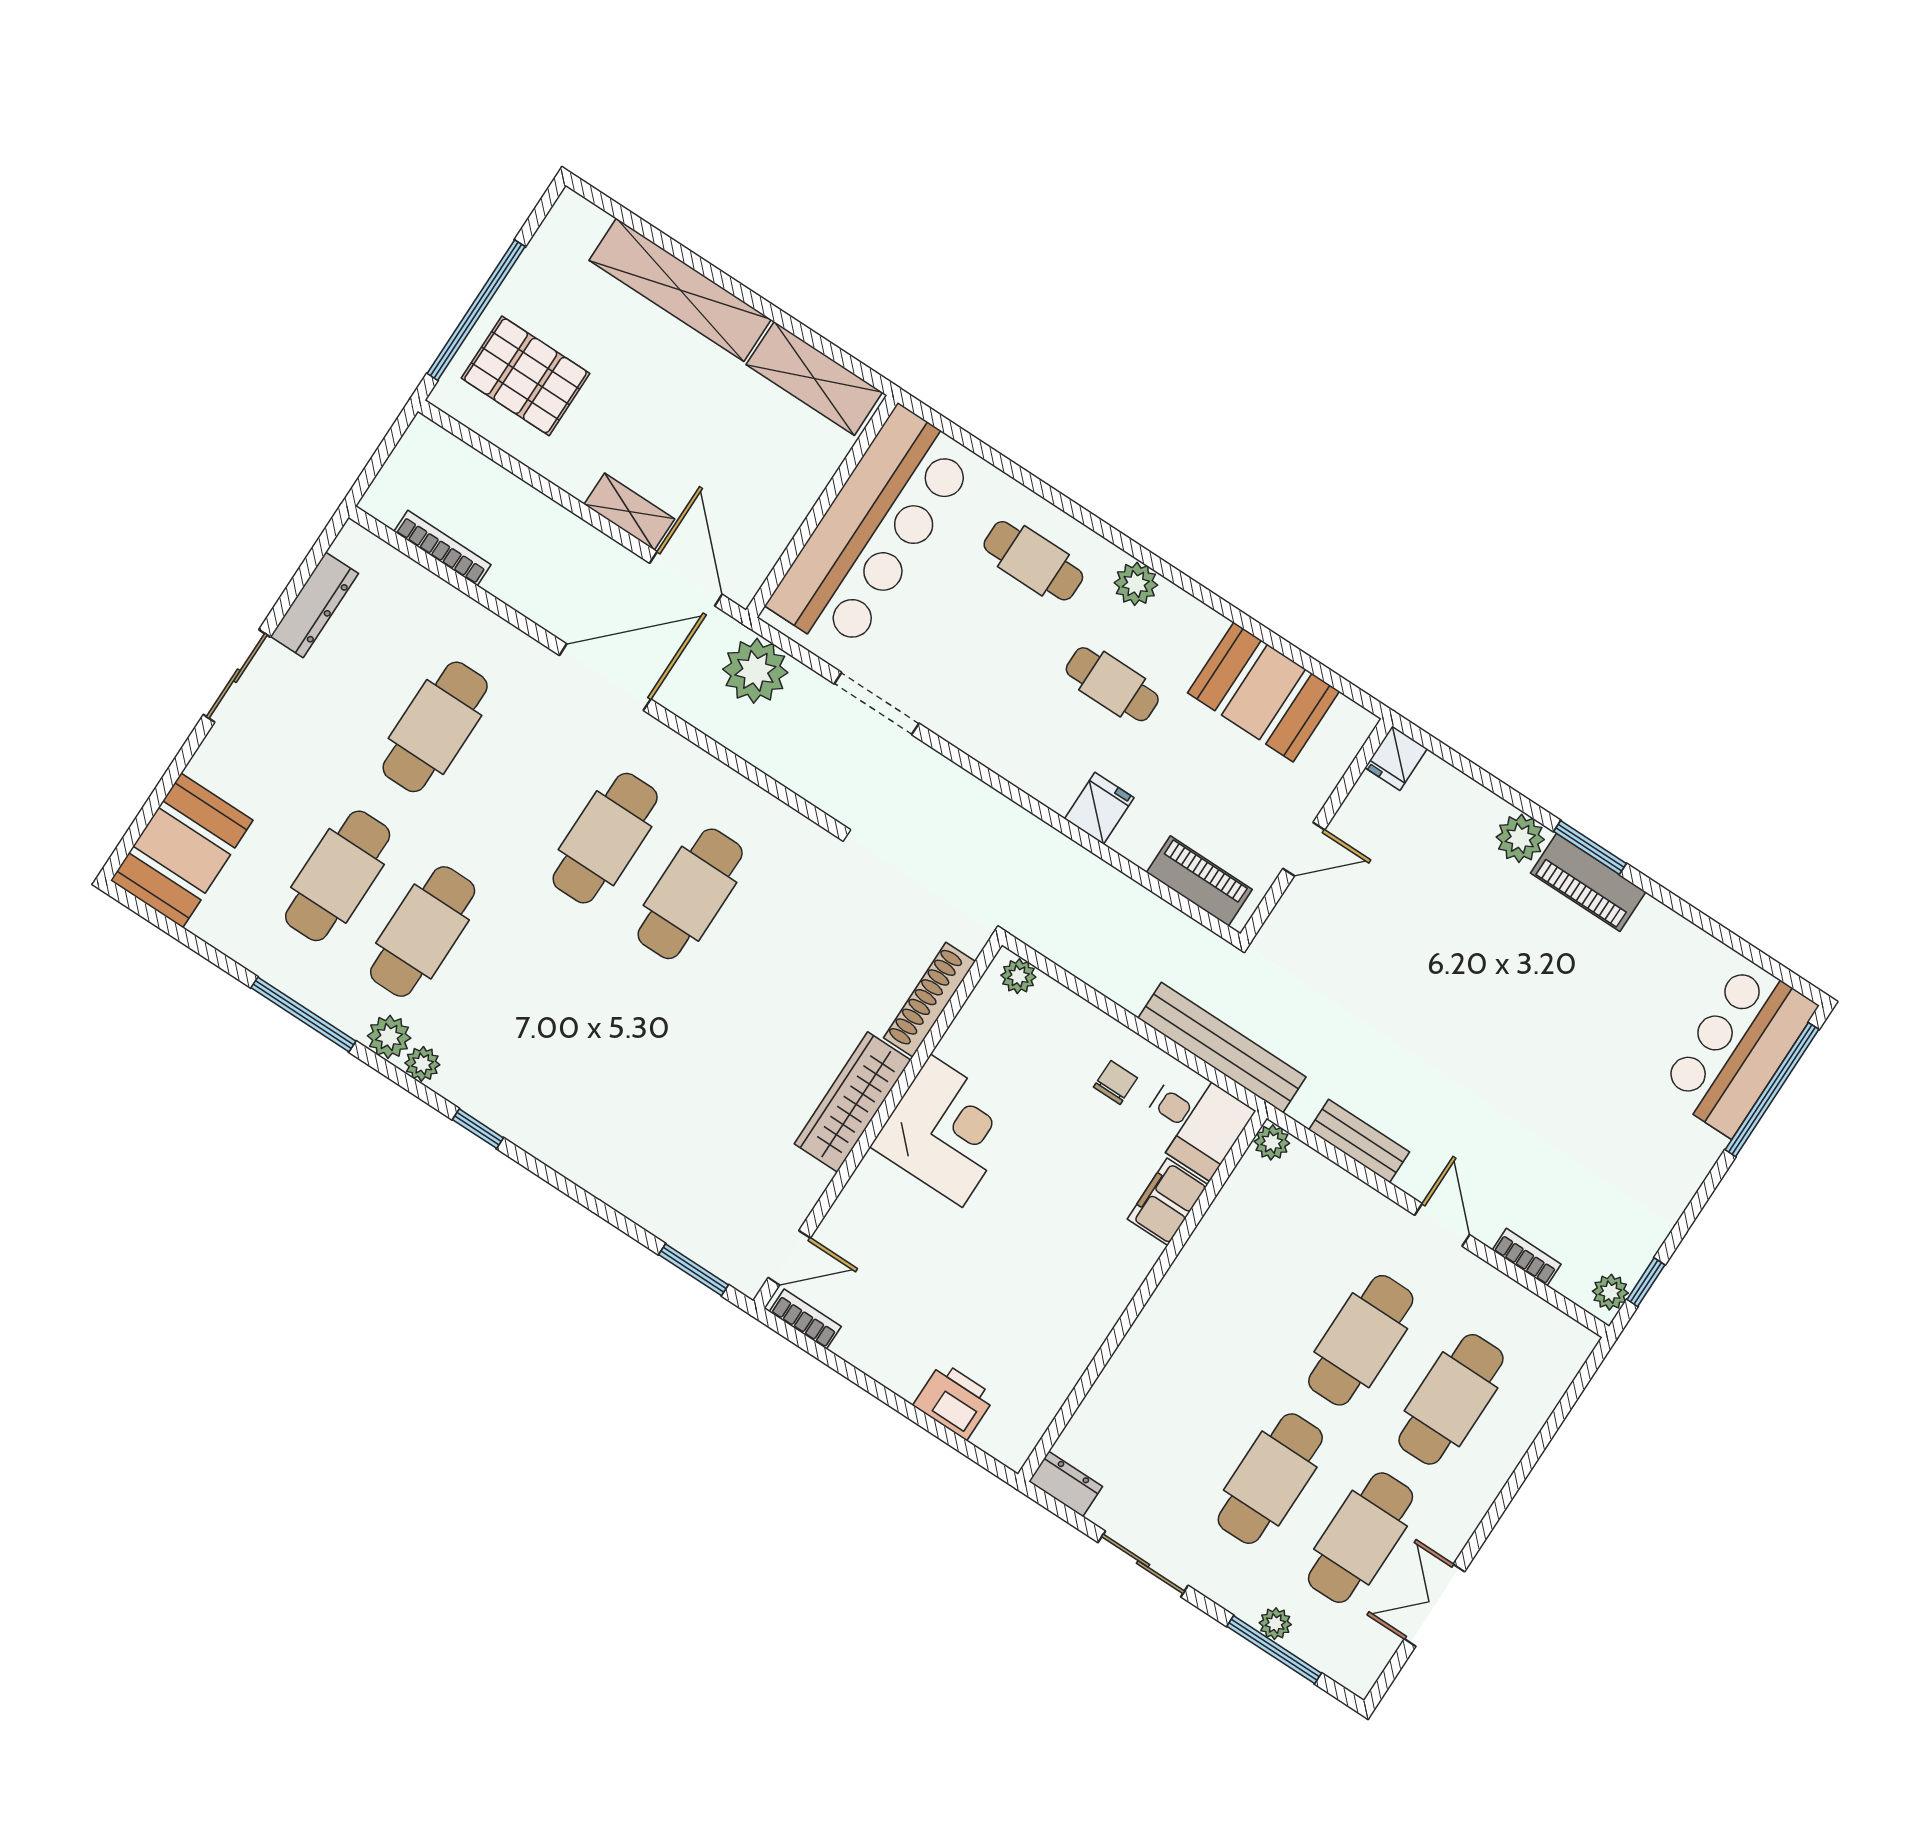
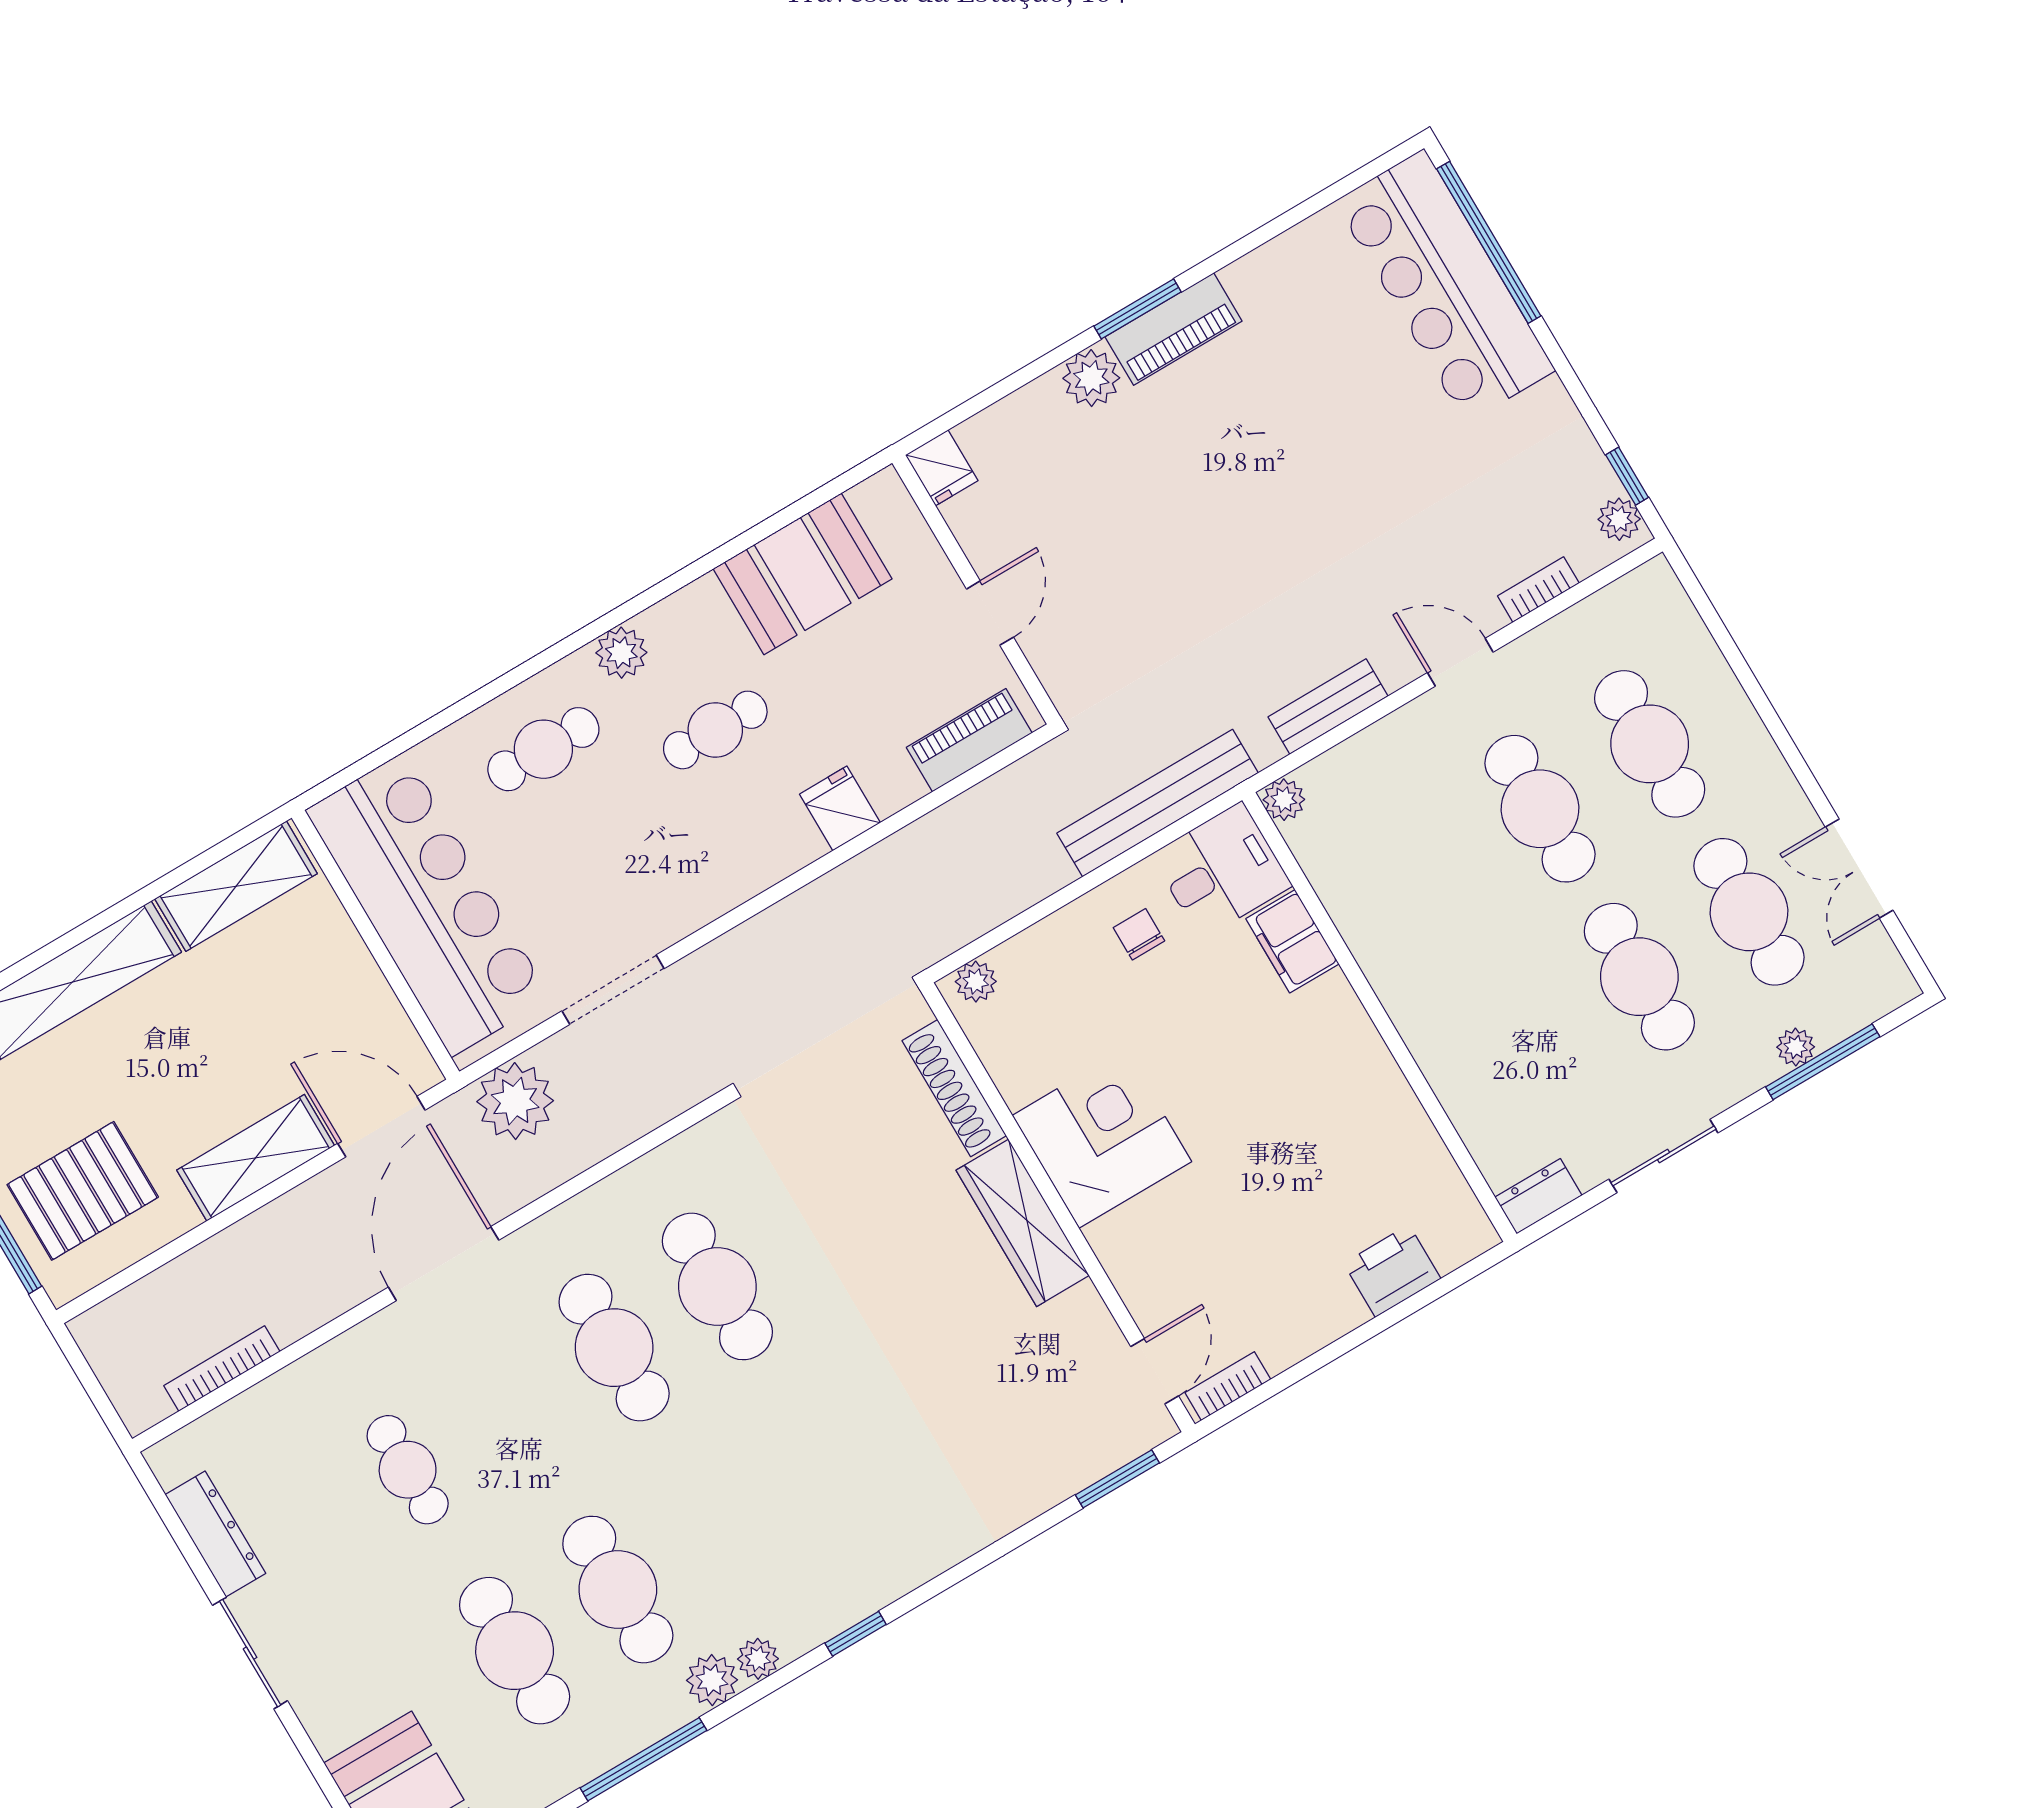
shelving: (629, 512) -> (256, 1158), width x1.50, depth x1.33
cafe table: (435, 727) -> (408, 1470), width x0.73, depth x0.74
bar counter: (1738, 1048) -> (1445, 286), width x1.36

